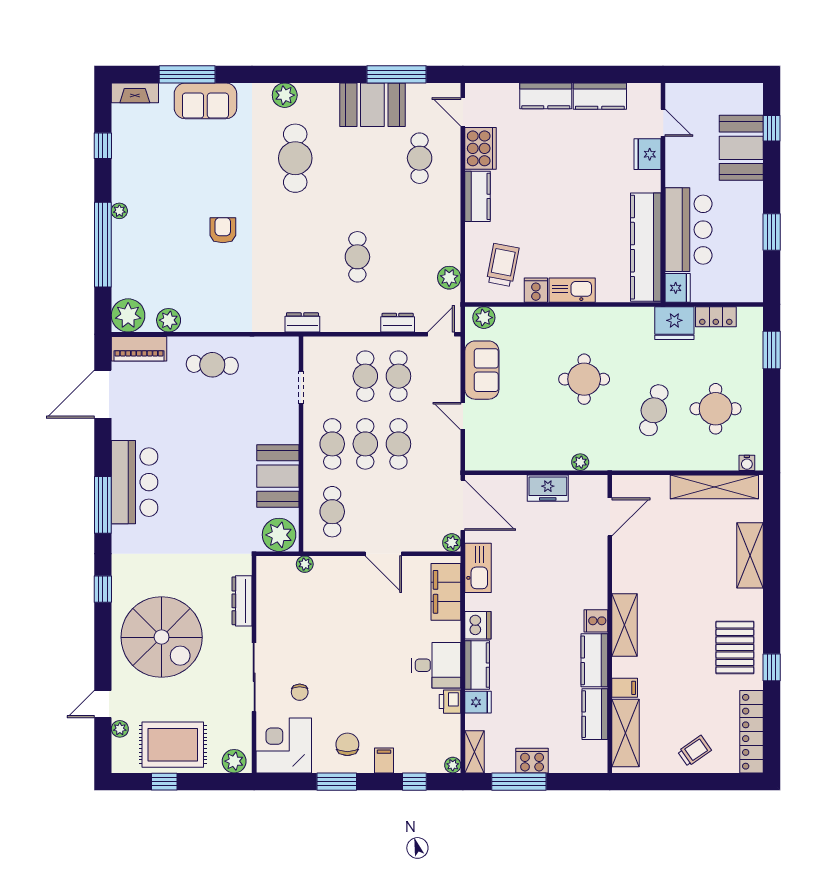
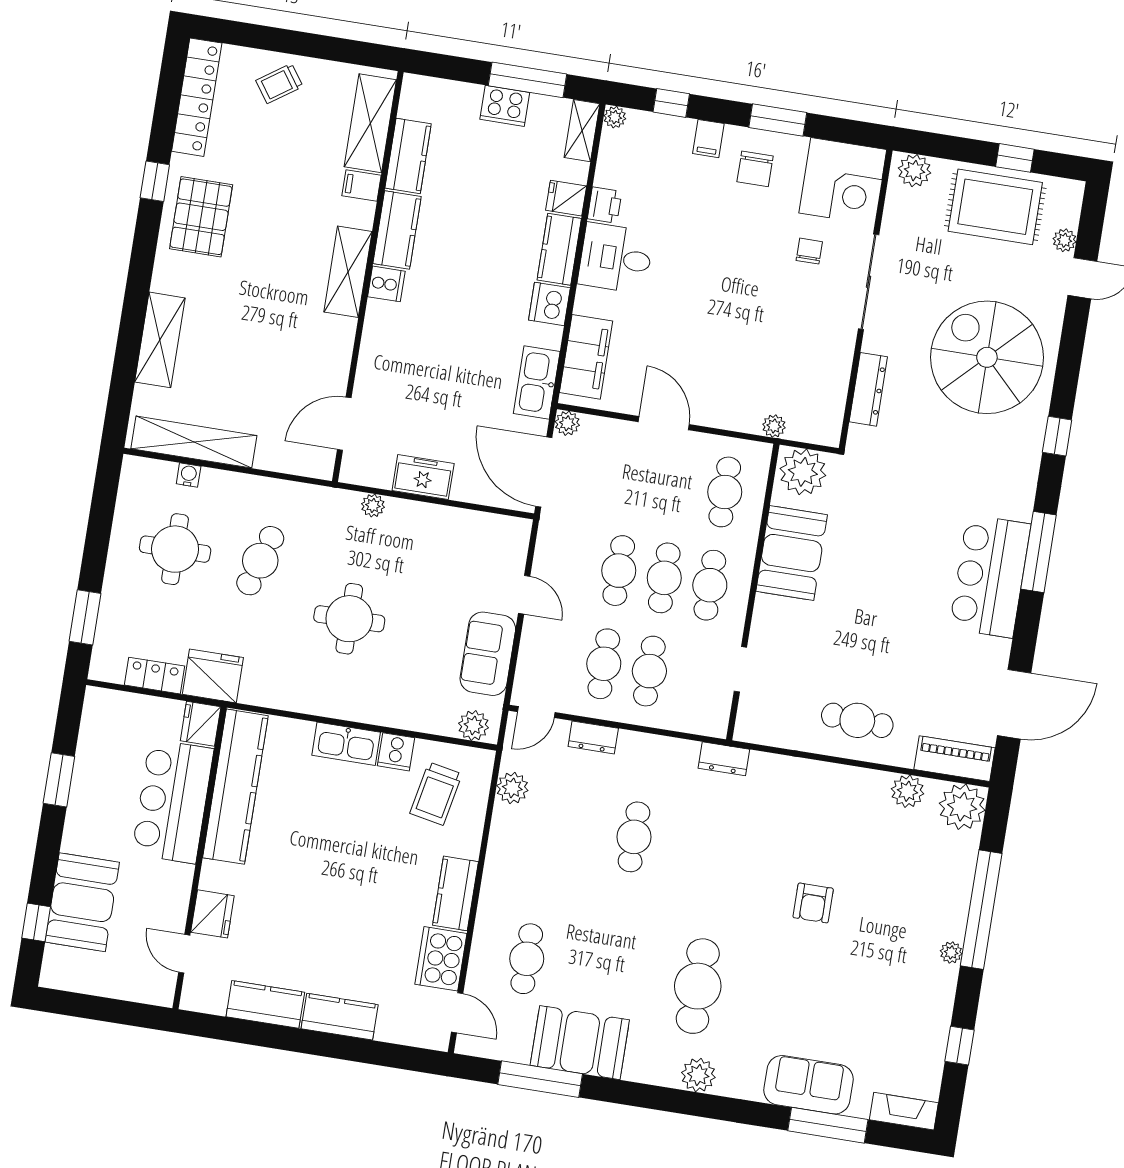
water cooler: (747, 463) -> (189, 475), moved

